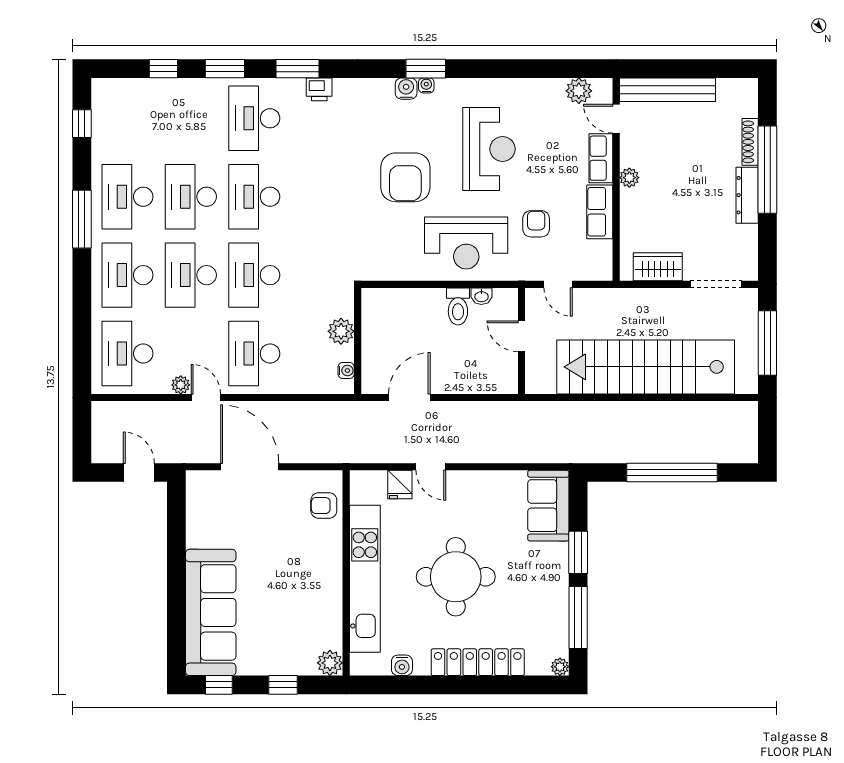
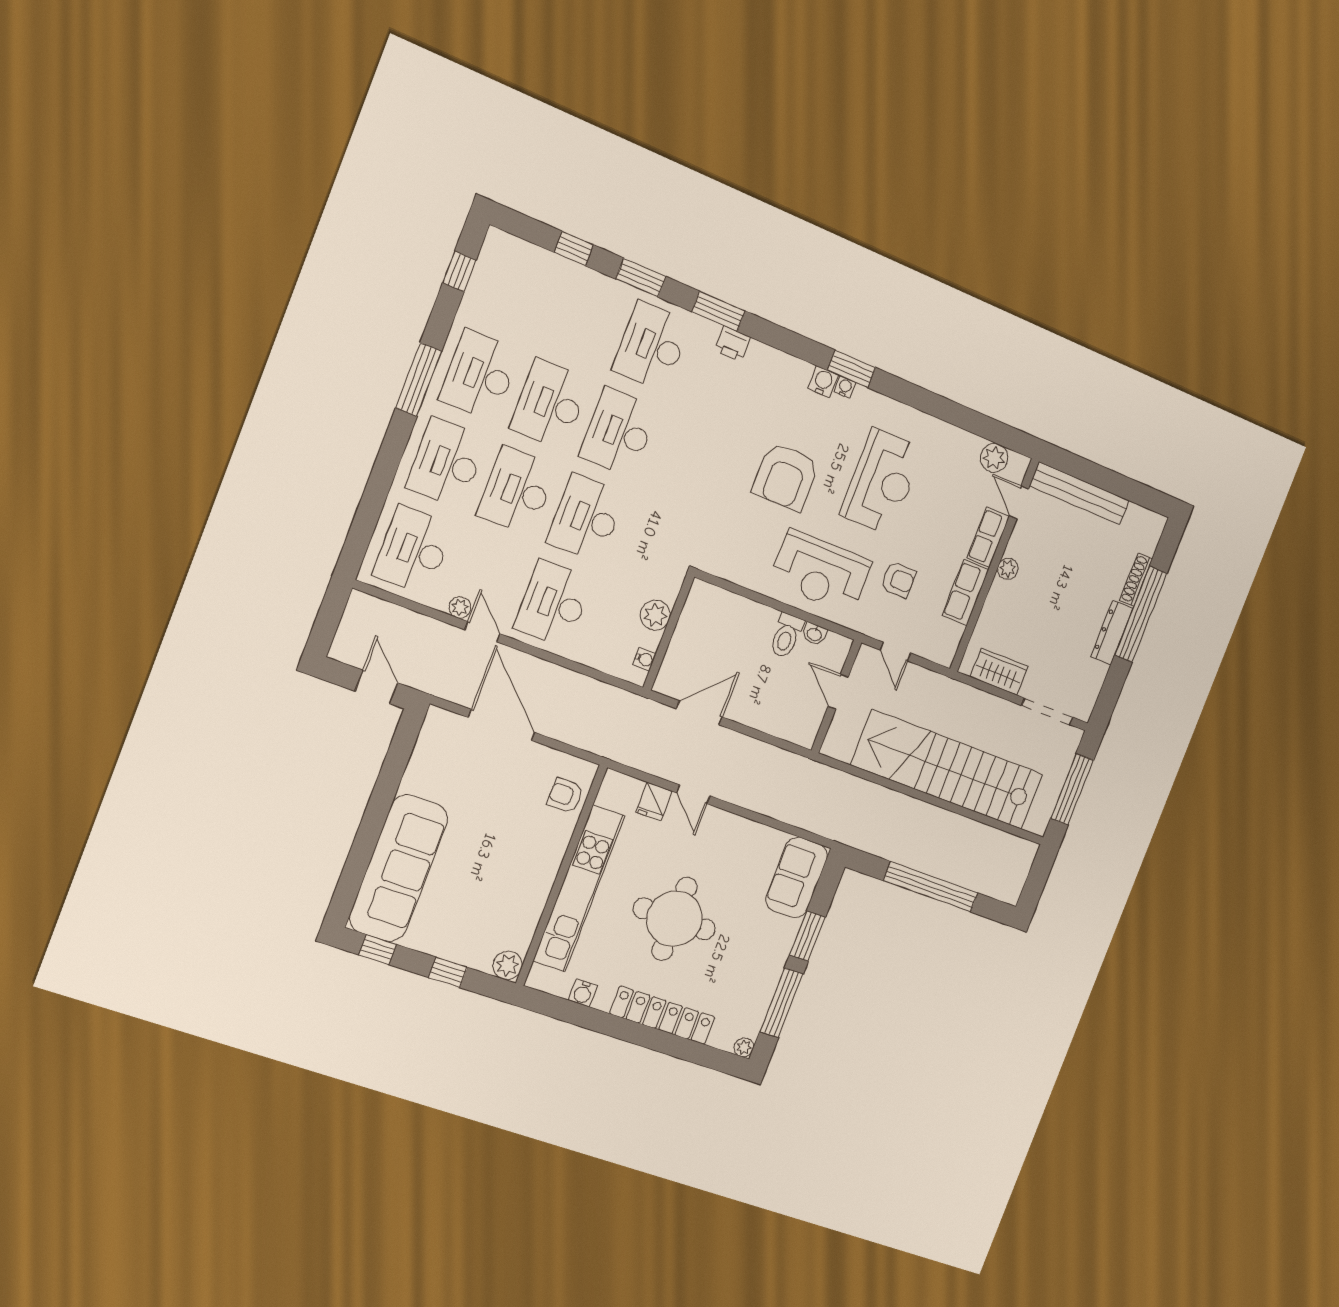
armchair: (536, 224) -> (898, 580), turned 90

